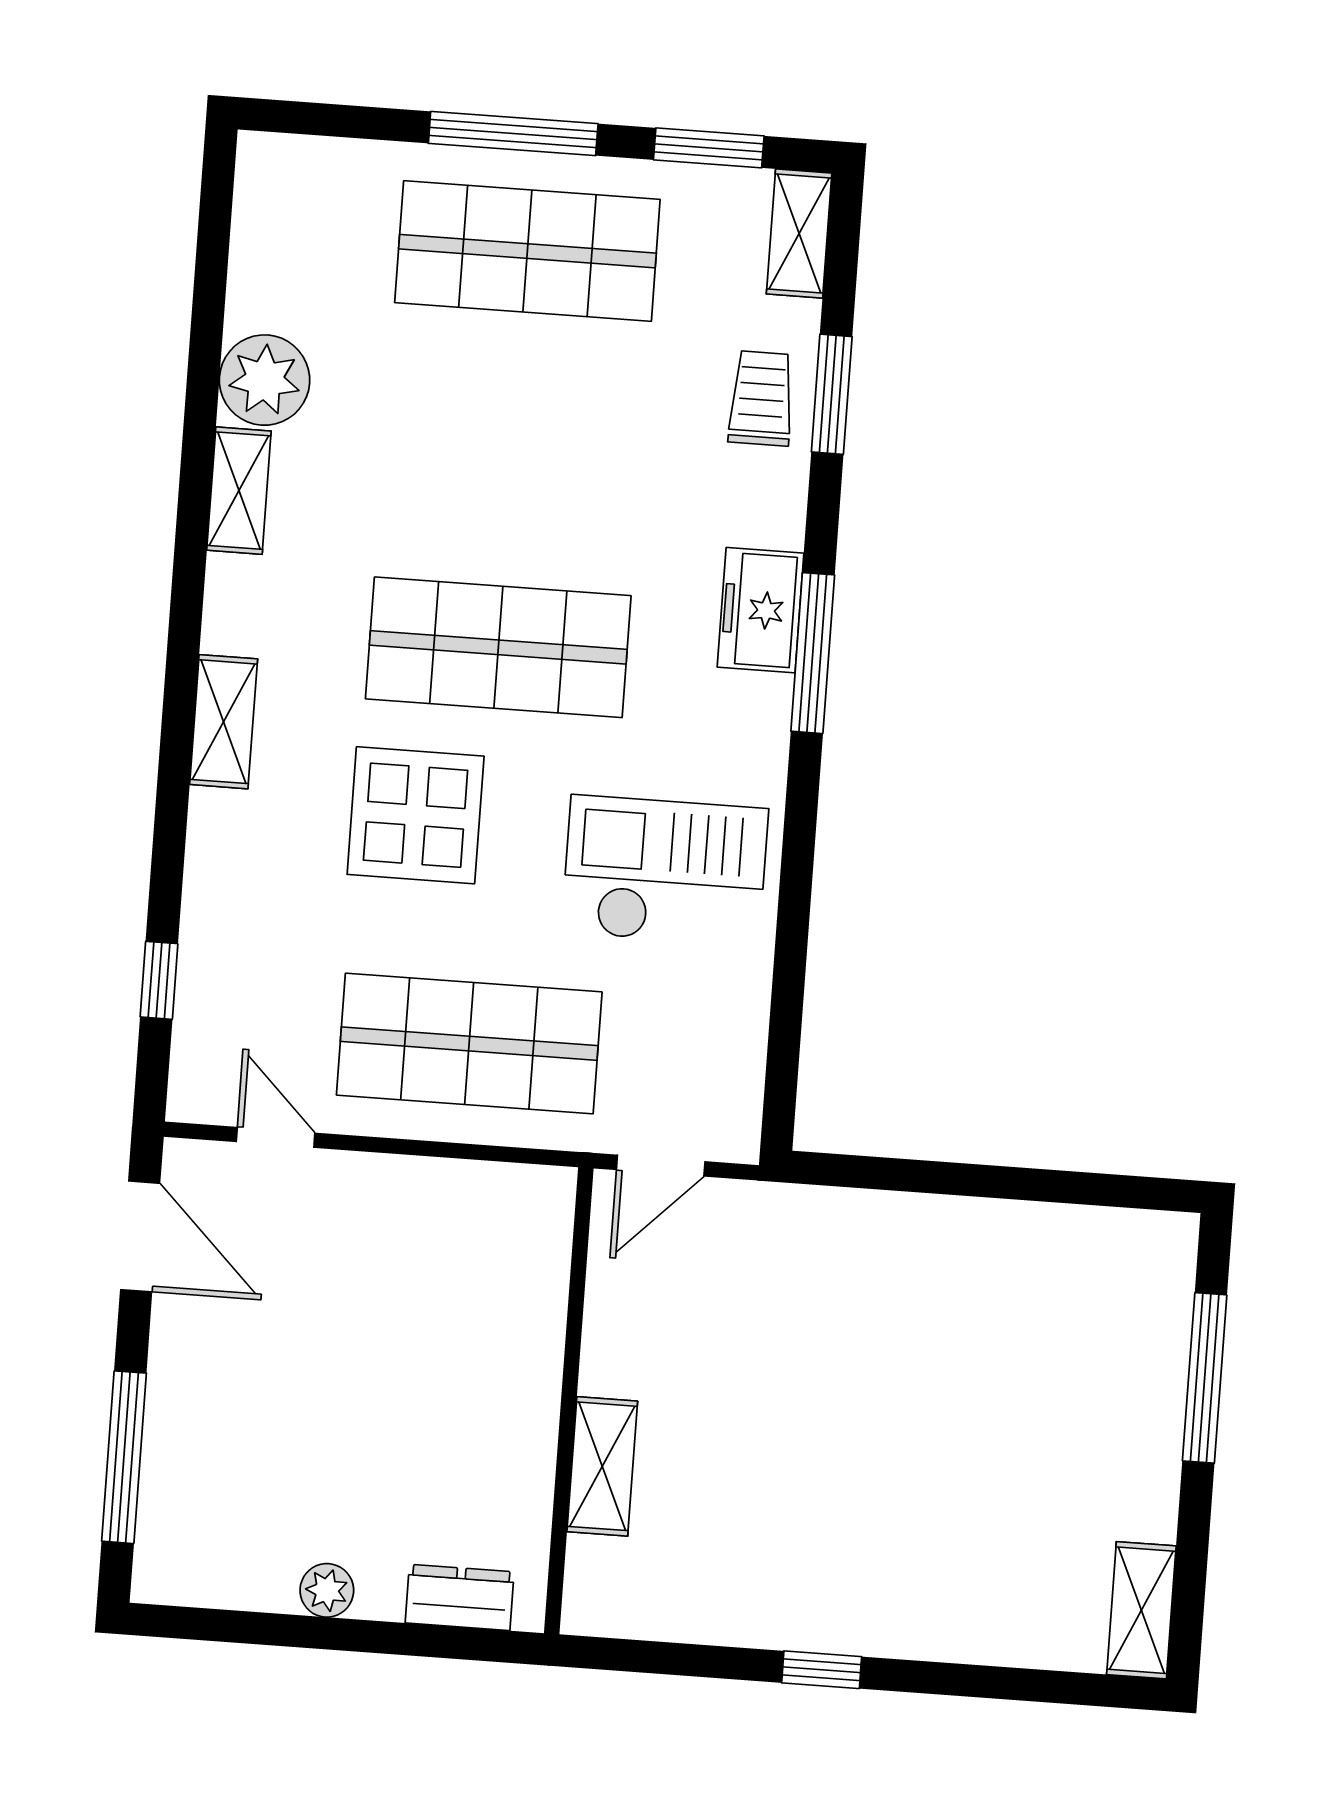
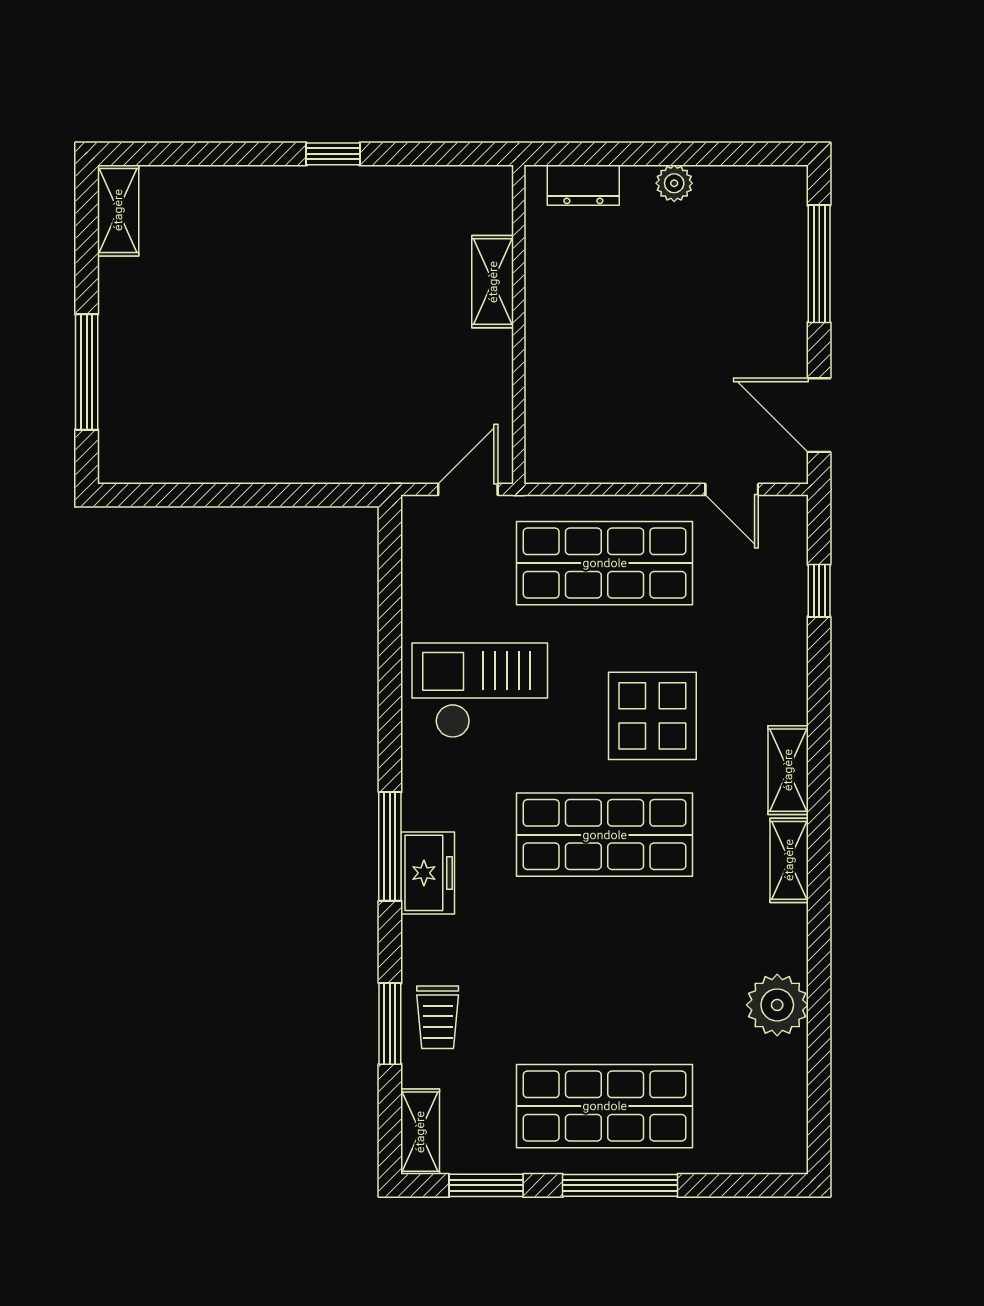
shelving: (239, 491) -> (789, 860), moved
checkout: (665, 871) -> (480, 690), turned 180

